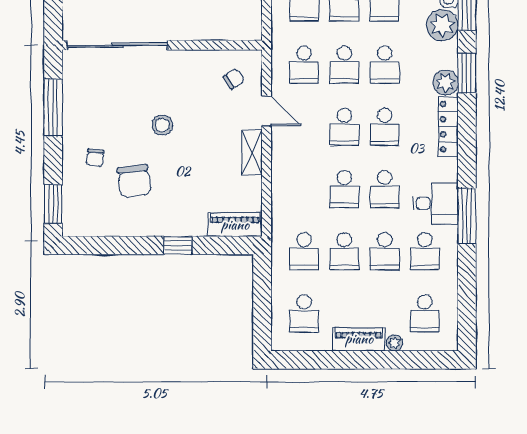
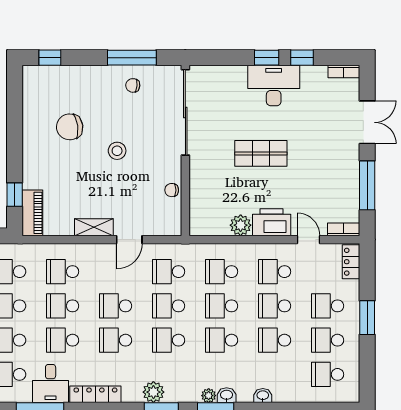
plant: (442, 25) -> (209, 396), width x0.53, depth x0.53
chair: (234, 79) -> (172, 190), moved, turned 123
locker: (448, 127) -> (95, 394), moved
chair: (95, 158) -> (133, 85), moved
school desk: (304, 189) -> (63, 272), added
window: (53, 204) -> (50, 58), width x0.67
window: (178, 245) -> (15, 195), moved

